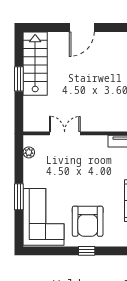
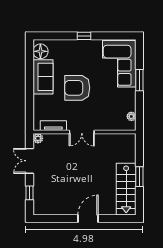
double door: (65, 133) -> (82, 132), moved
armchair: (88, 221) -> (77, 88), moved, turned -90

